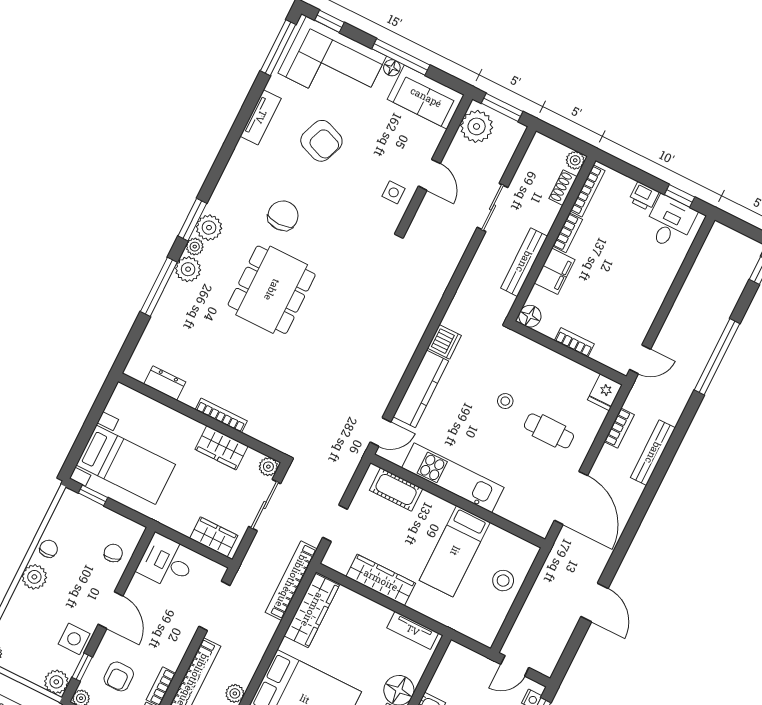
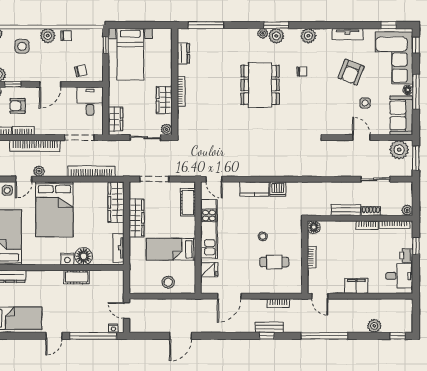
window: (278, 48) -> (389, 25), width x0.46
door: (429, 175) -> (361, 138), swing flipped
shoe rack: (563, 188) -> (371, 211), moved
side table: (394, 192) -> (365, 103), moved
window: (680, 196) -> (416, 246), moved
sliding door: (492, 207) -> (375, 179), moved
chair: (283, 216) -> (302, 72), width x0.54, depth x0.54
bench: (524, 262) -> (346, 210), width x0.73
plant: (188, 269) -> (308, 36), moved
filing cabinet: (555, 271) -> (356, 286), moved, turned 180
window: (159, 287) -> (206, 25), moved
dining table: (272, 290) -> (260, 85), turned 90
plant: (727, 299) -> (374, 326), added
window: (717, 357) -> (324, 336), moved
kitchen counter: (421, 389) -> (254, 189), width x0.67
fridge: (605, 392) -> (209, 270), moved, turned 180
cafe table: (549, 431) -> (274, 262), moved, turned 90
bench: (653, 453) -> (269, 327), width x0.73
window: (660, 471) -> (267, 336), added
door: (571, 498) -> (229, 296), width x0.73
doorway: (335, 523) -> (154, 179), width x1.38
bookcase: (291, 581) -> (92, 171), moved
wardrobe: (312, 610) -> (116, 202), moved, turned 90
side table: (74, 639) -> (22, 46), moved

